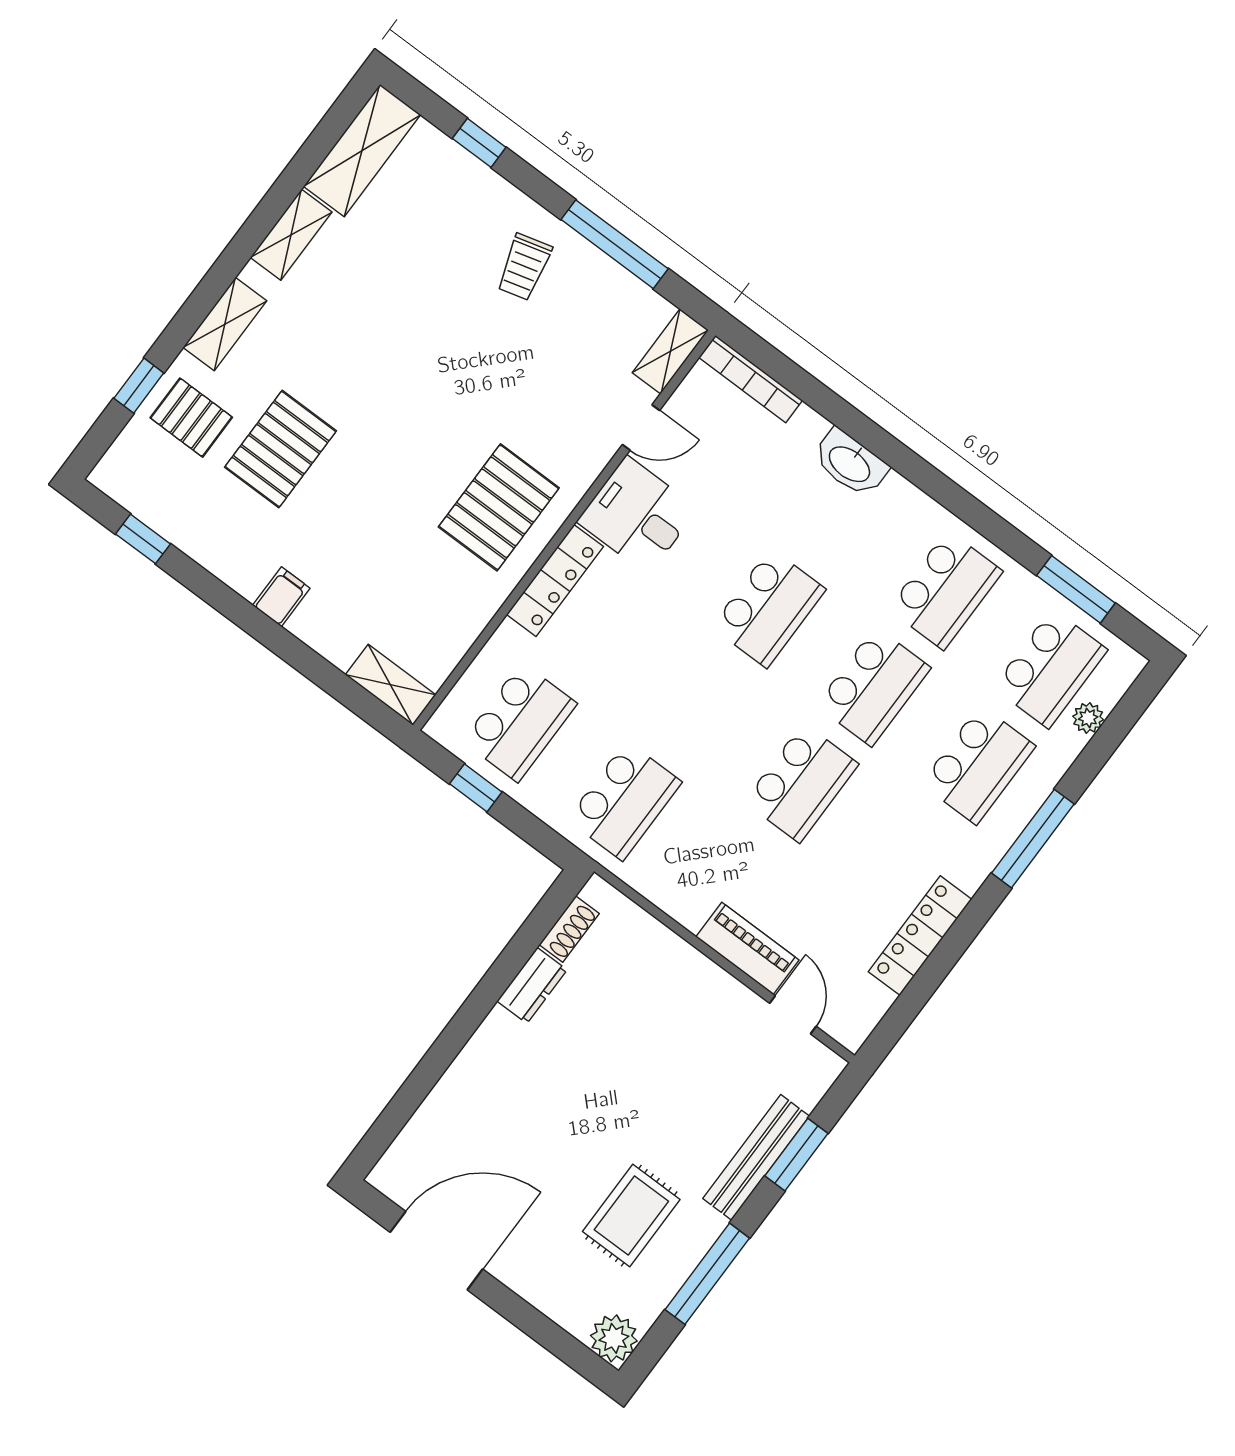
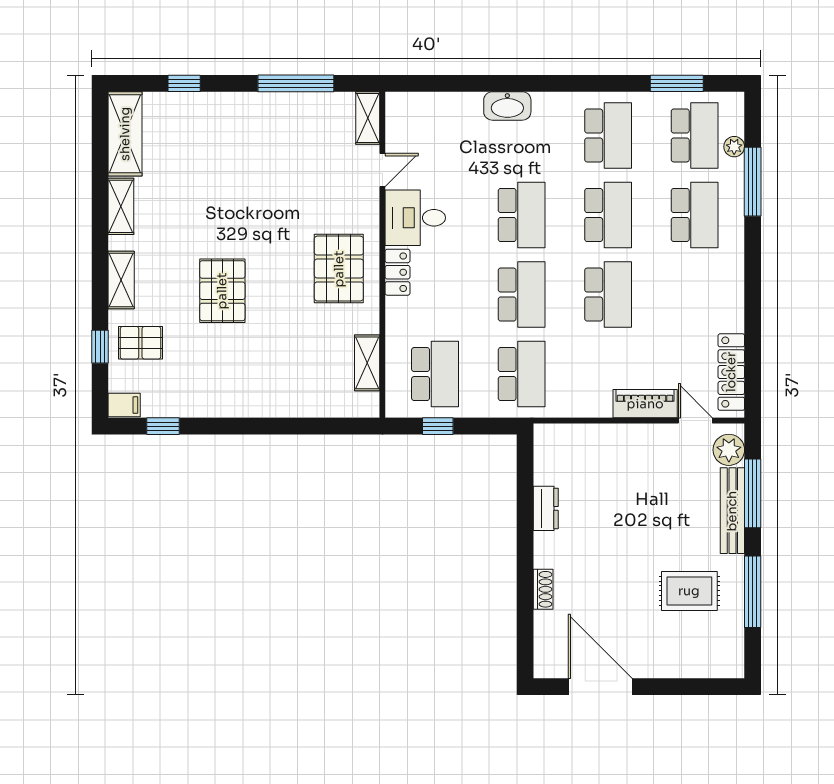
trolley: (524, 267) -> (257, 131), removed
bookcase: (751, 379) -> (421, 101), removed
pallet: (281, 449) -> (222, 291), moved
locker: (555, 581) -> (398, 272), width x0.66
filing cabinet: (281, 597) -> (124, 405), moved, turned 90
shelving: (390, 685) -> (367, 363), moved, turned 90
school desk: (697, 704) -> (522, 295), added
window: (1033, 839) -> (753, 182), moved
shoe rack: (569, 929) -> (543, 589), moved
locker: (920, 935) -> (731, 372), moved
window: (796, 1155) -> (753, 493), width x1.44
rug: (631, 1215) -> (689, 591), turned 90
door: (436, 1251) -> (600, 687), hinge flipped
plant: (614, 1338) -> (729, 450), moved

